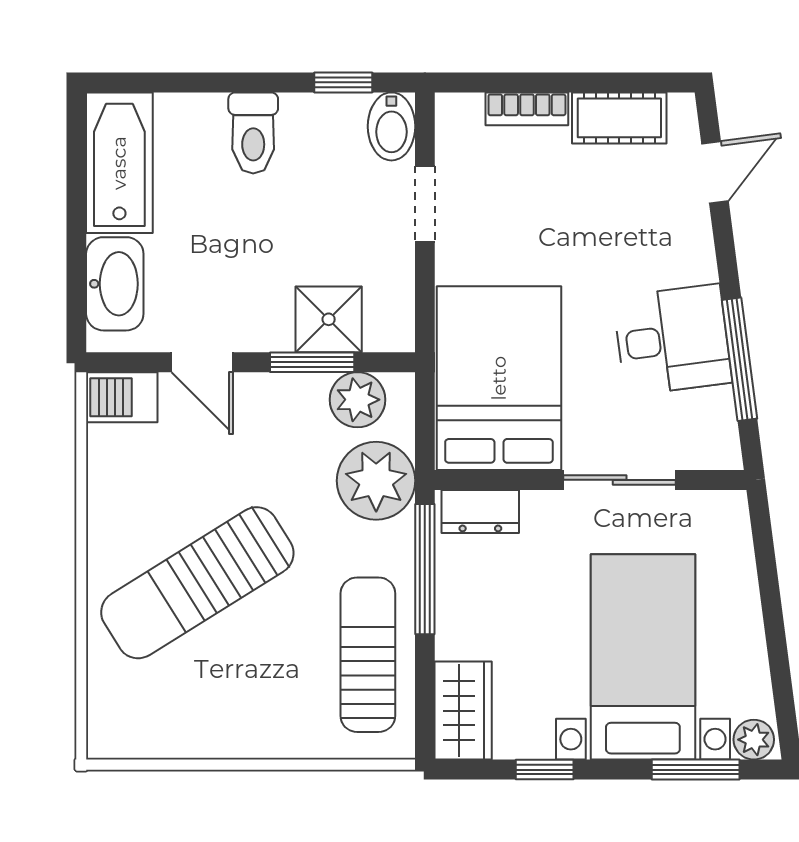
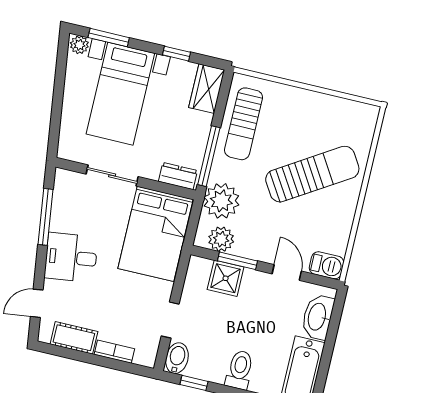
desk: (672, 340) -> (71, 258), moved

